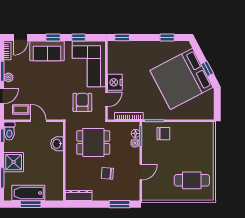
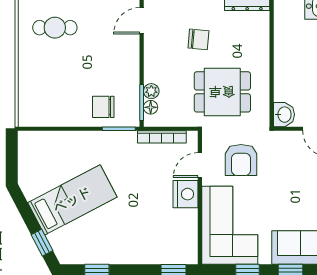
window: (207, 69) -> (42, 243), moved
bed: (182, 79) -> (72, 200), width x0.49
washbasin: (57, 144) -> (284, 115), moved
door: (141, 172) -> (142, 21), moved
cafe table: (192, 180) -> (55, 28), width x0.73, depth x0.74

